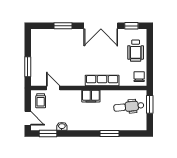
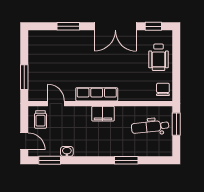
row of seats: (102, 80) -> (97, 94), moved

